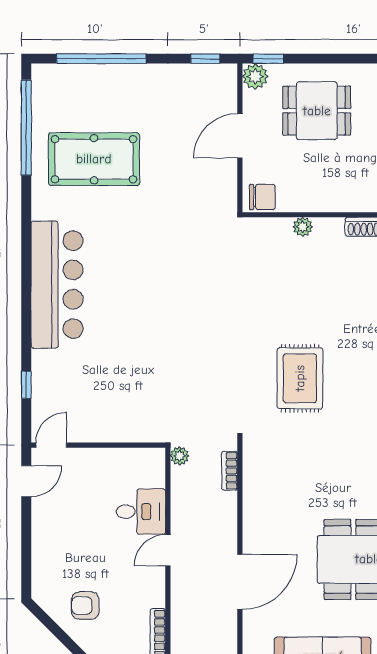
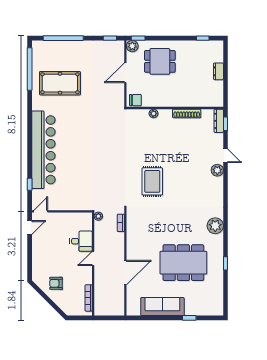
bar counter: (57, 285) -> (43, 150), width x1.36

